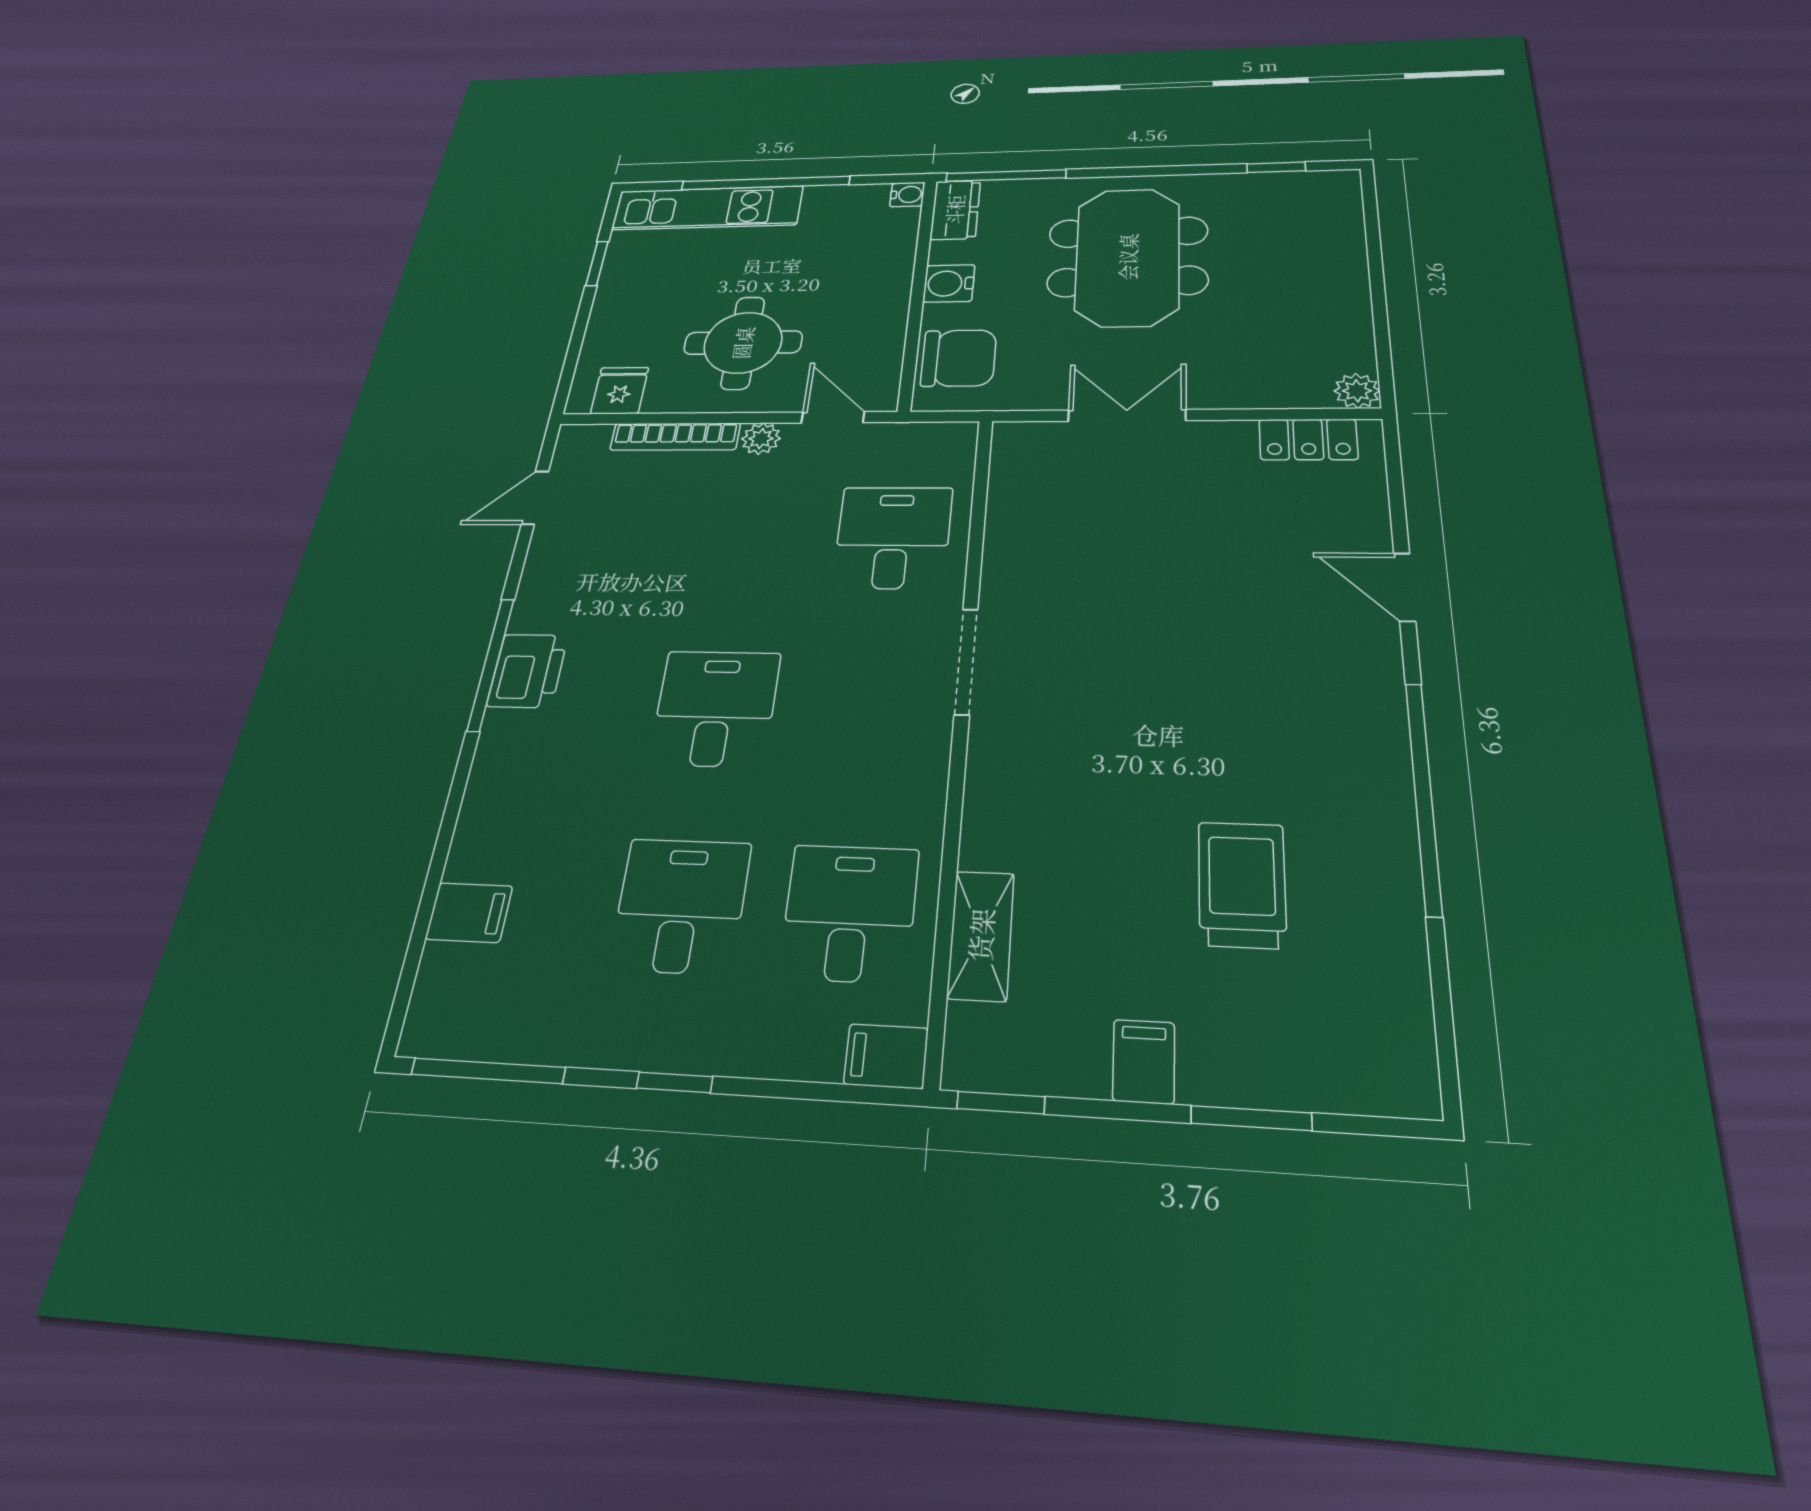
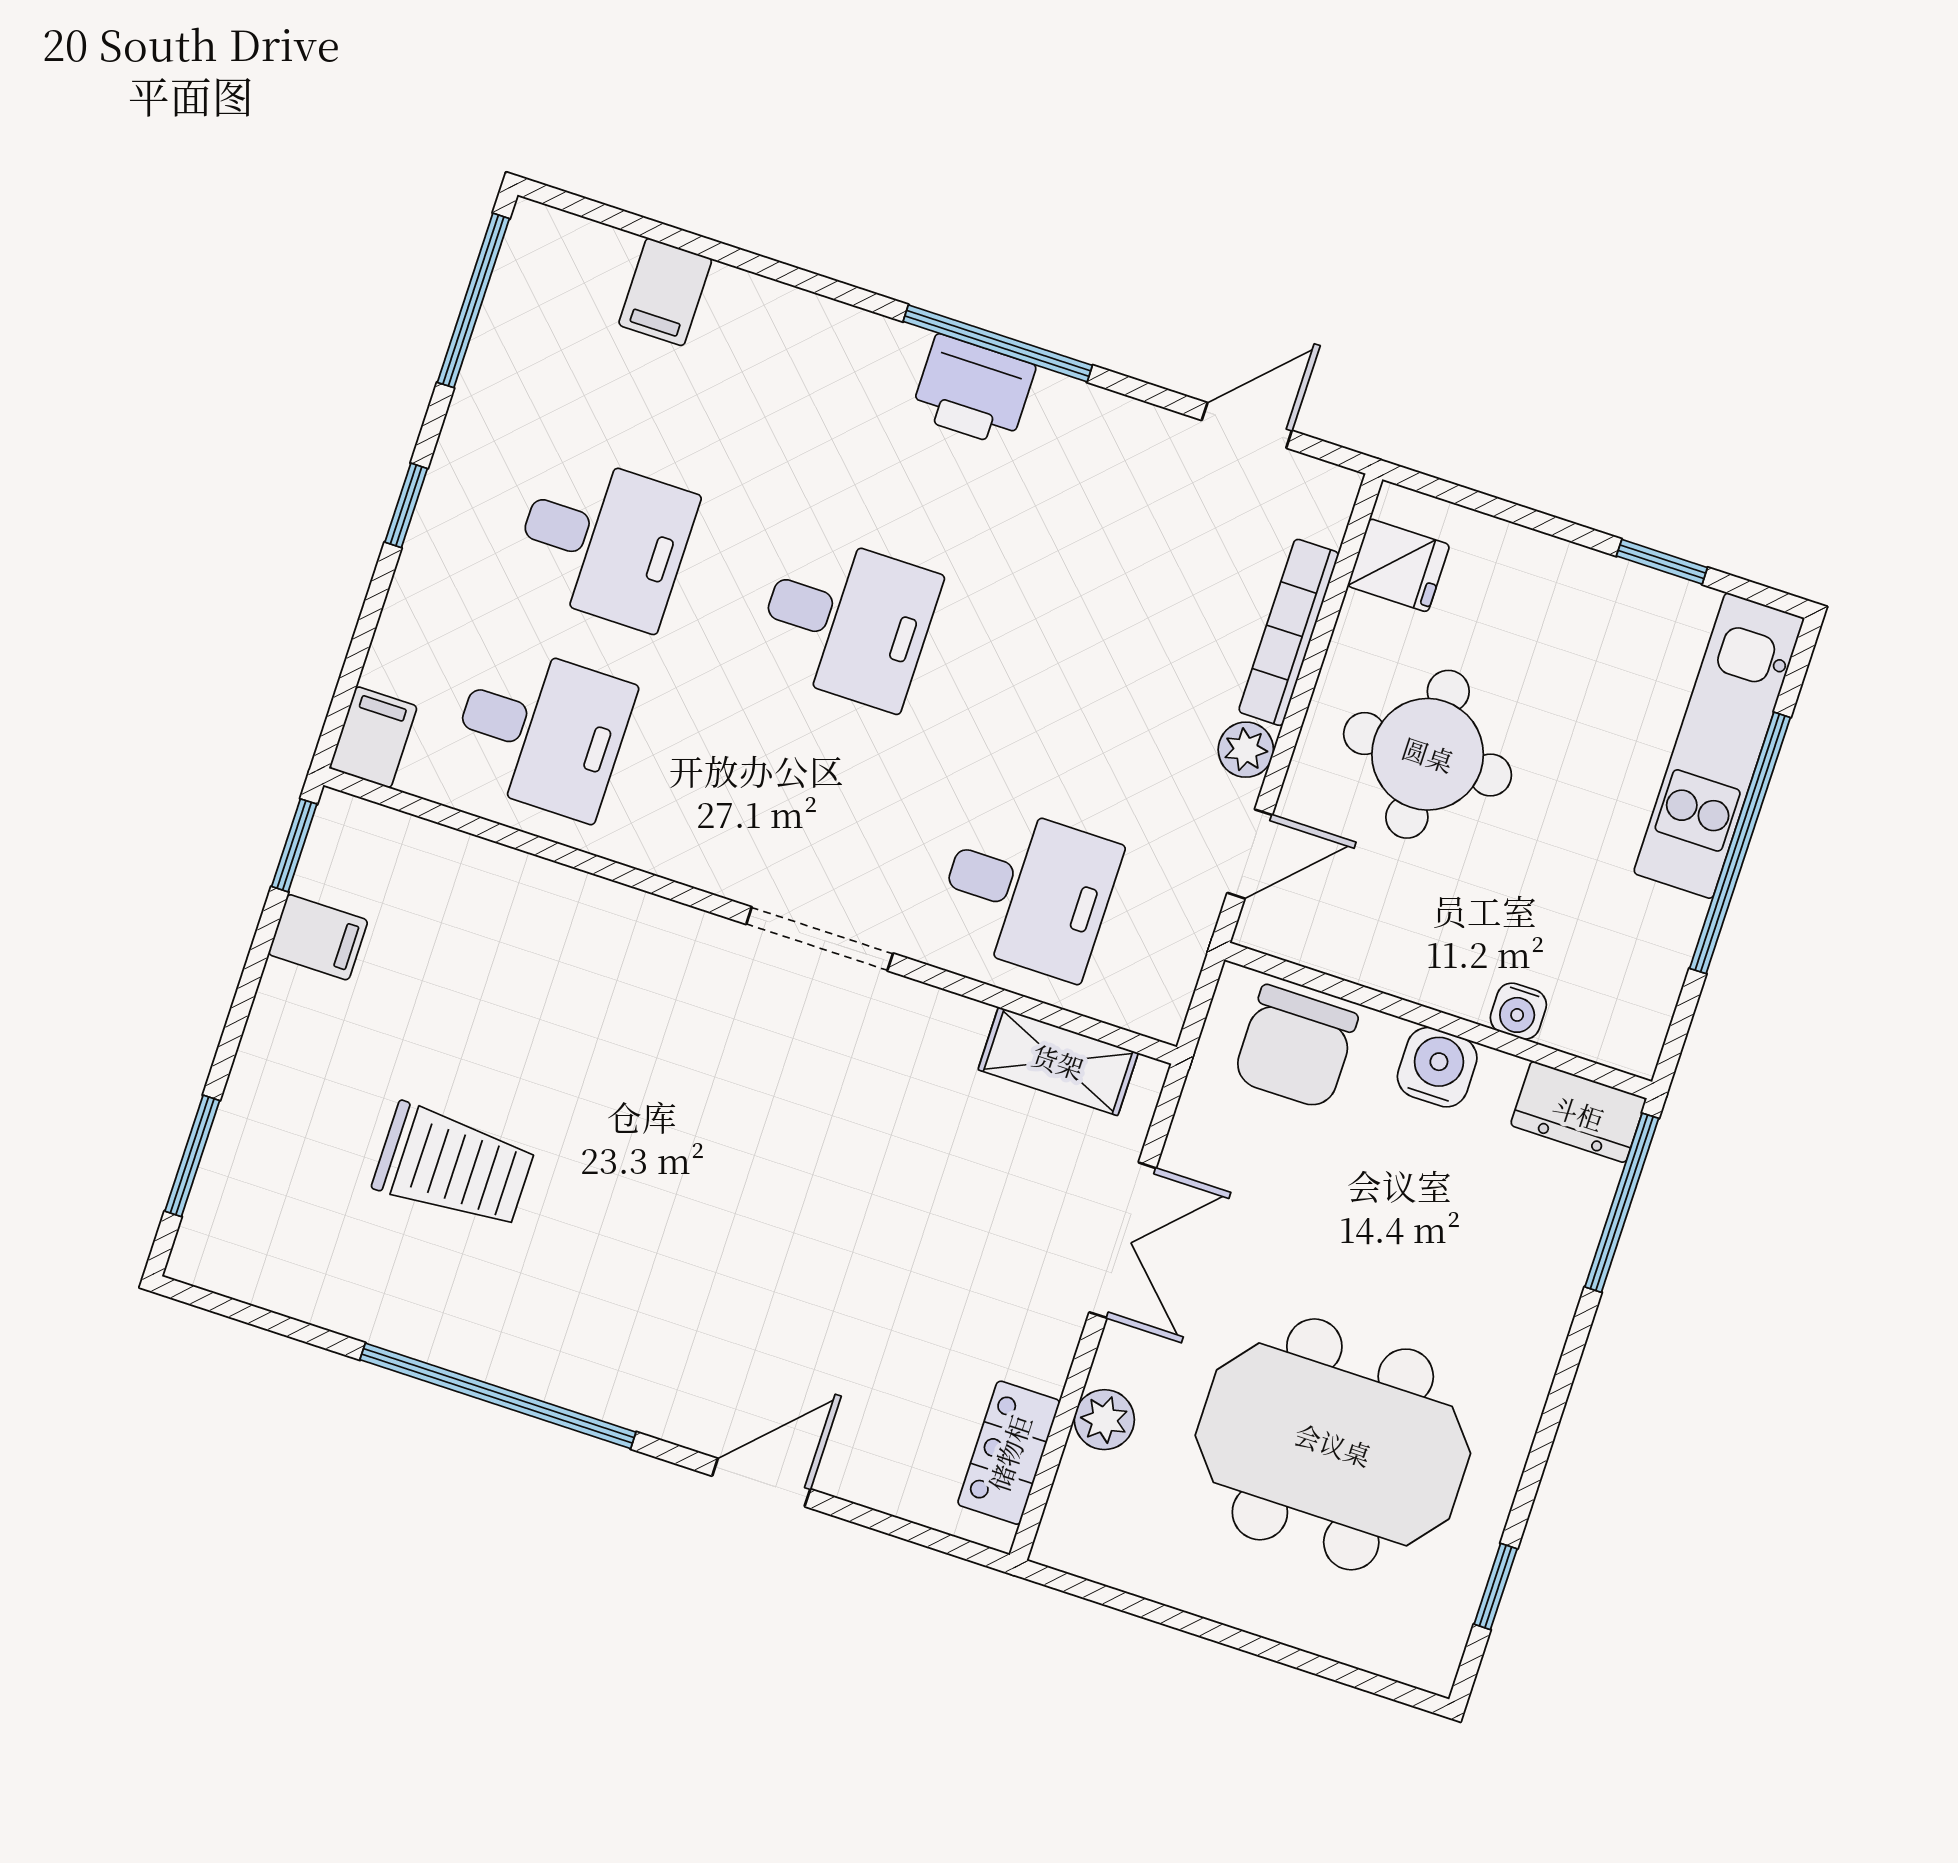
water cooler: (907, 194) -> (1518, 1011), moved
meeting table: (1128, 257) -> (1333, 1444), moved
plant: (1357, 391) -> (1104, 1420), moved
door: (535, 498) -> (1247, 425), hinge flipped
shelving: (981, 935) -> (1058, 1061), moved
filing cabinet: (1144, 1061) -> (318, 937), moved
window: (1251, 1118) -> (192, 1156), moved

